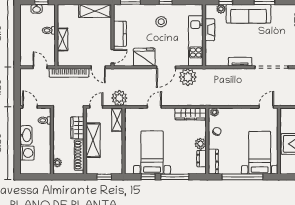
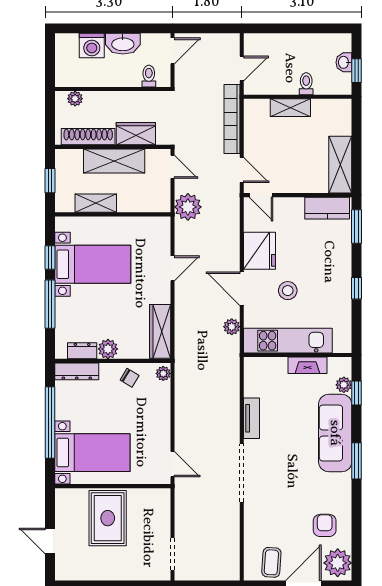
stool: (161, 22) -> (288, 291), moved
kitchen counter: (120, 34) -> (327, 208), moved
door: (98, 67) -> (242, 170), swing flipped
plant: (188, 77) -> (232, 327), width x0.53, depth x0.53
door: (154, 107) -> (172, 268), hinge flipped
shelving: (117, 120) -> (96, 203), moved

